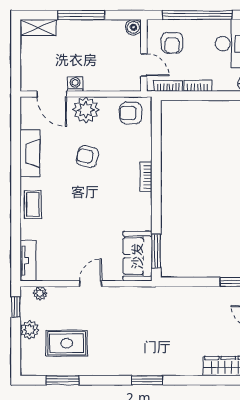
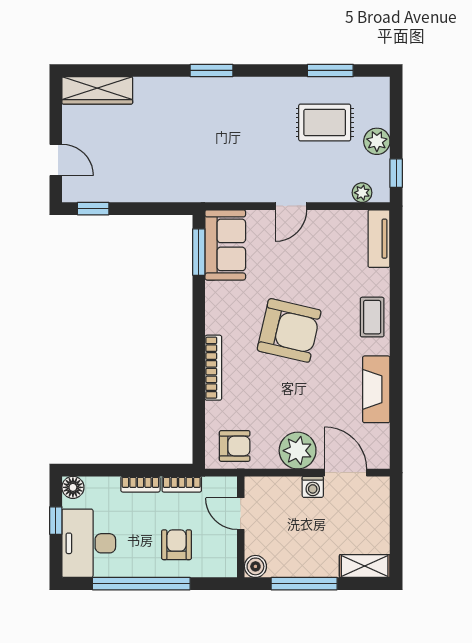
boiler: (133, 27) -> (255, 566), moved
wall: (144, 55) -> (241, 527), moved
door: (144, 65) -> (241, 514), moved
armchair: (87, 157) -> (289, 330), moved, width x1.88, depth x1.88
bookcase: (146, 177) -> (213, 368), width x1.56

